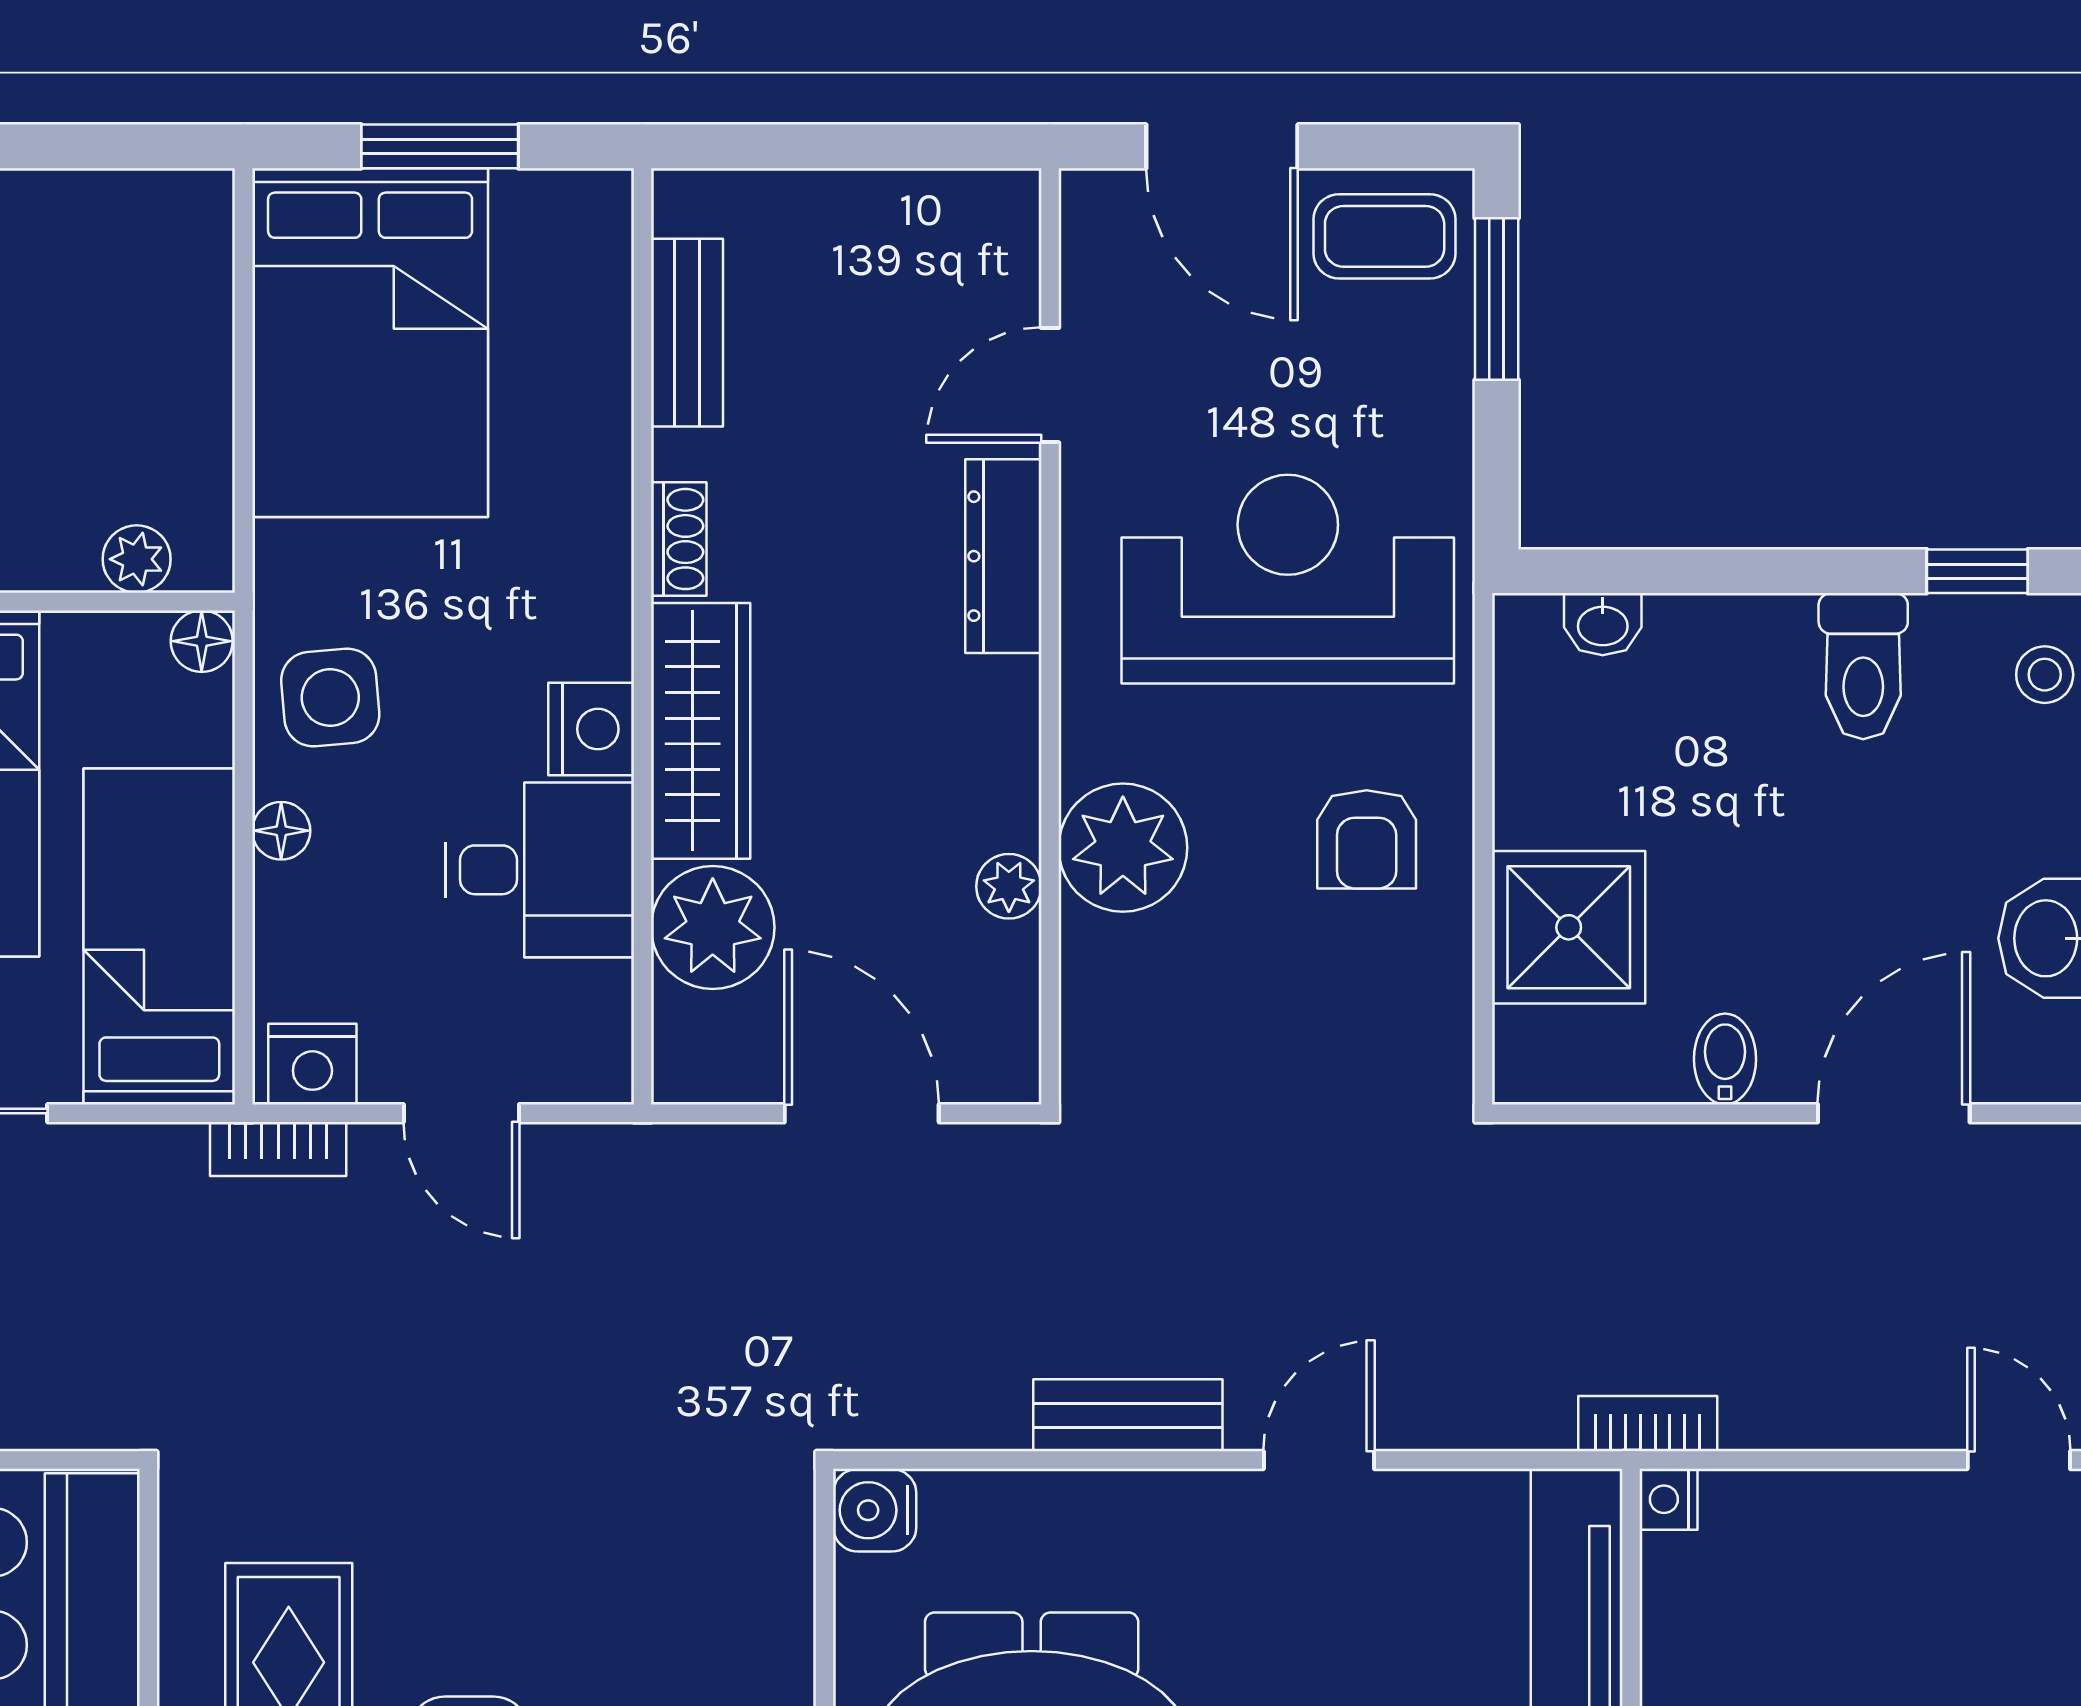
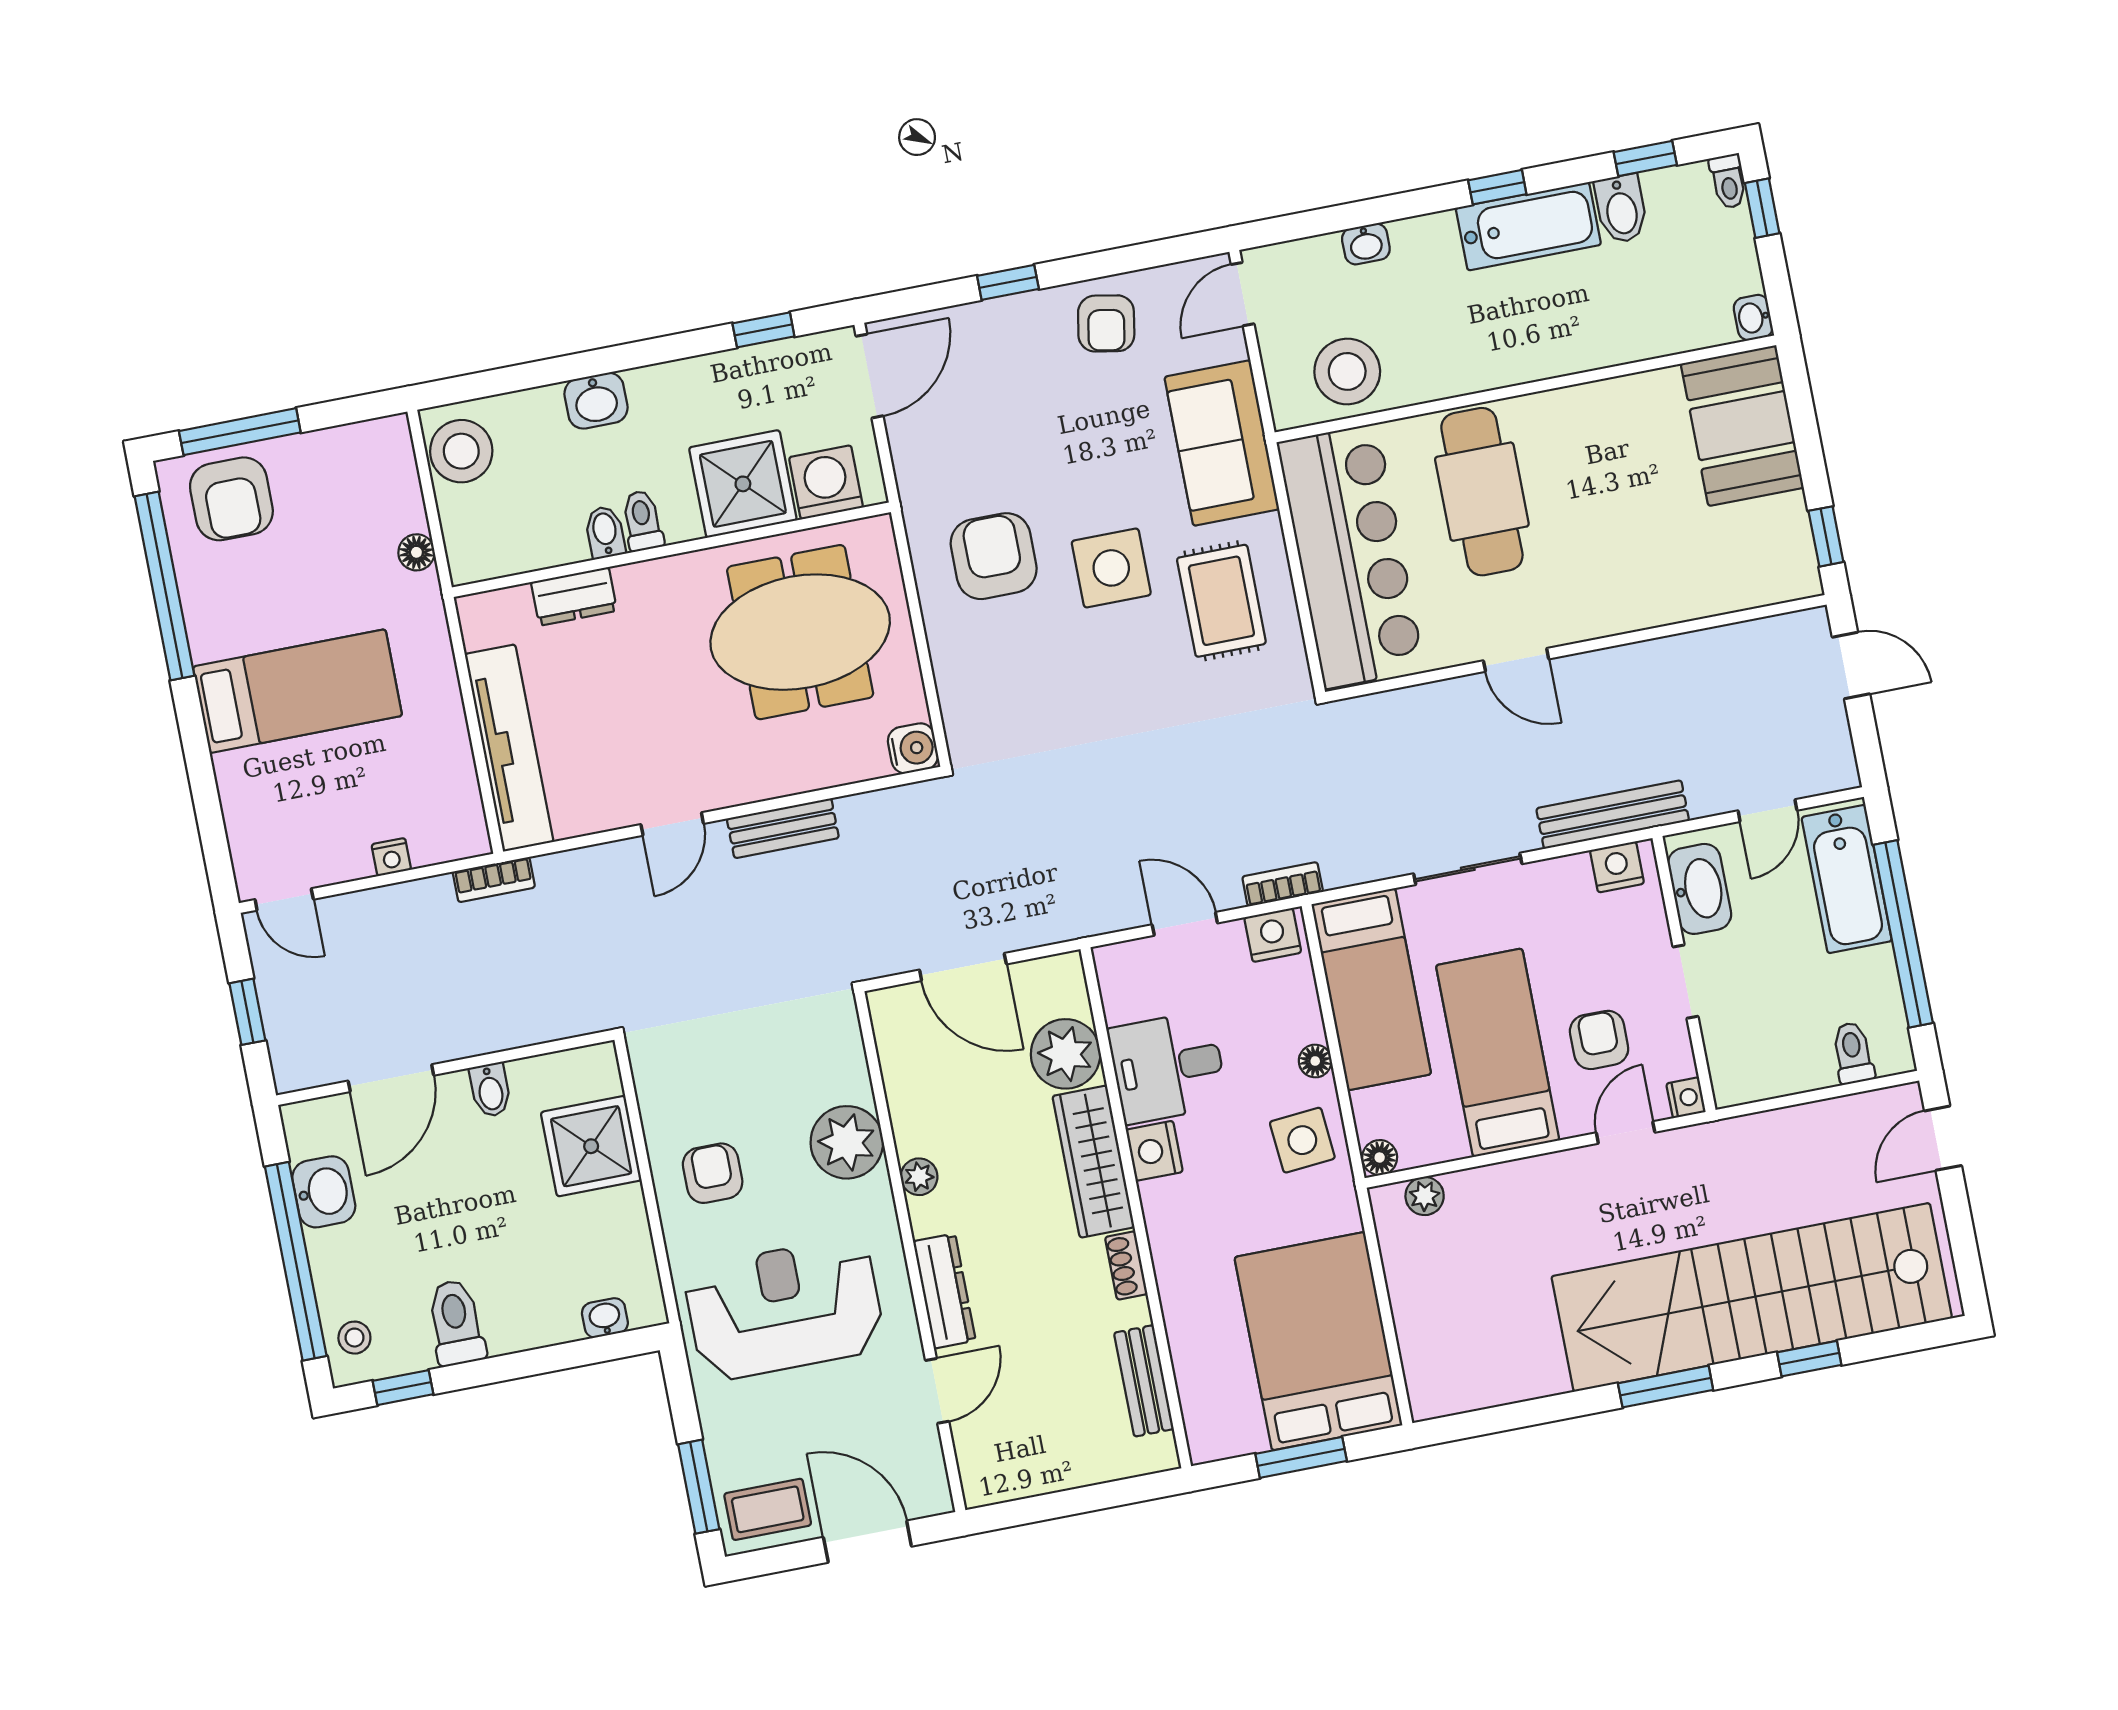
reception desk: (1288, 579) -> (784, 1309), turned 180
plant: (1009, 886) -> (919, 1177), moved
nightstand: (1668, 1499) -> (391, 857), moved, turned 90

